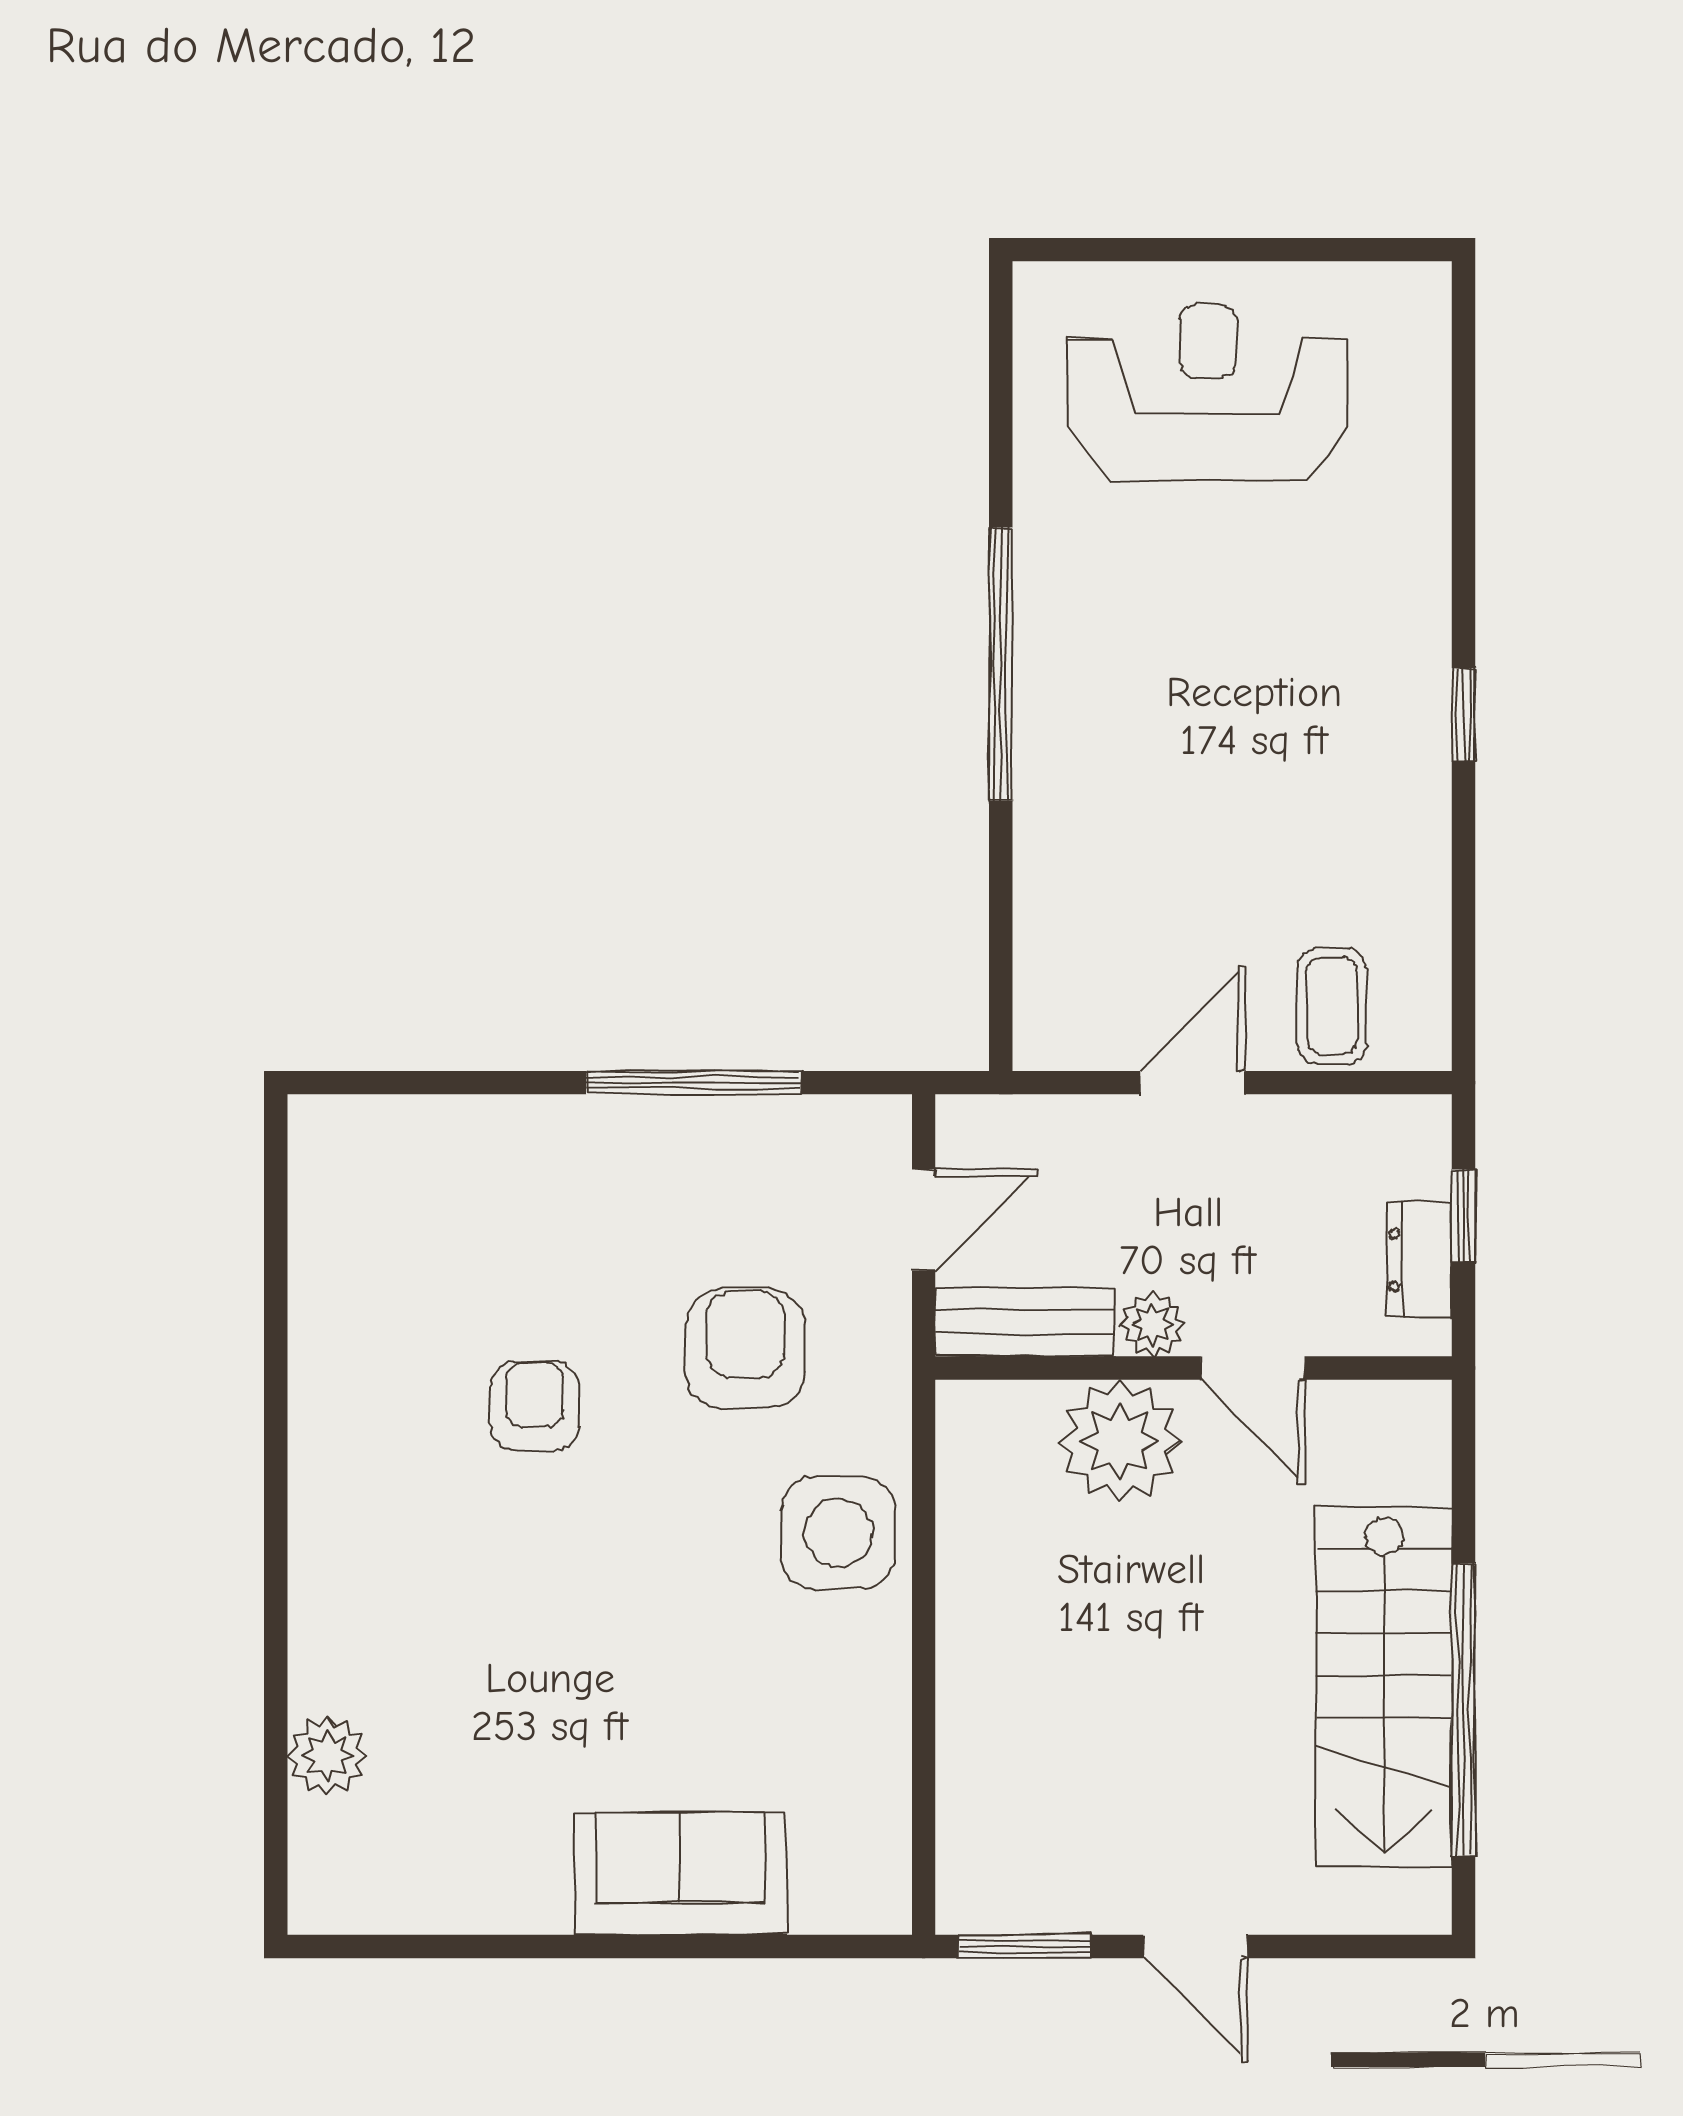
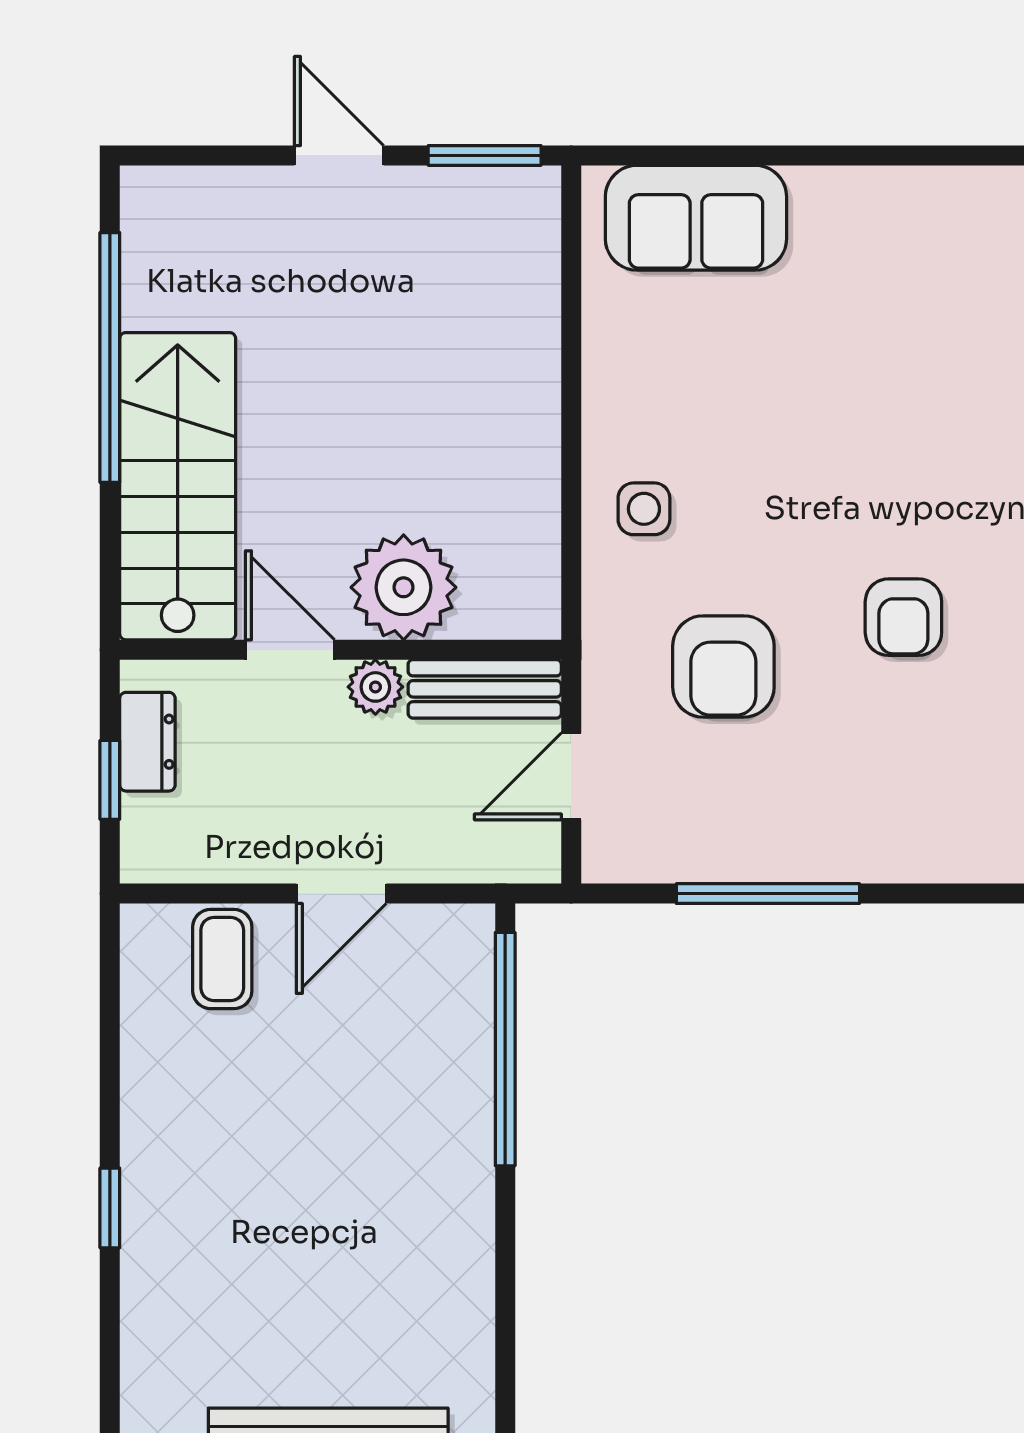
window: (1001, 664) -> (505, 1049), moved
side table: (838, 1533) -> (644, 509), width x0.54, depth x0.54
stairs: (1384, 1687) -> (178, 486), moved
sofa: (680, 1874) -> (696, 218), moved

